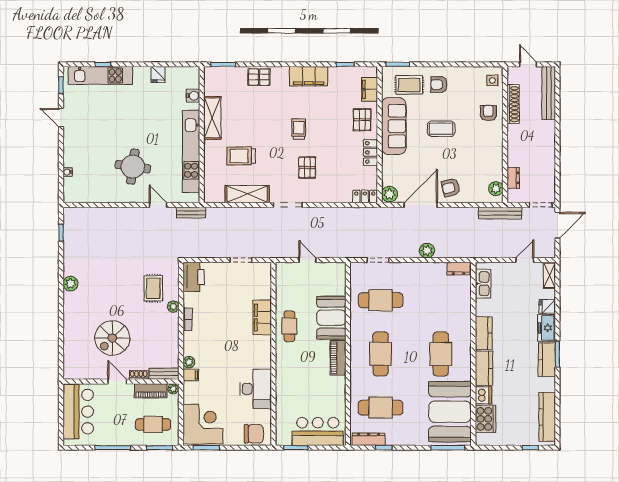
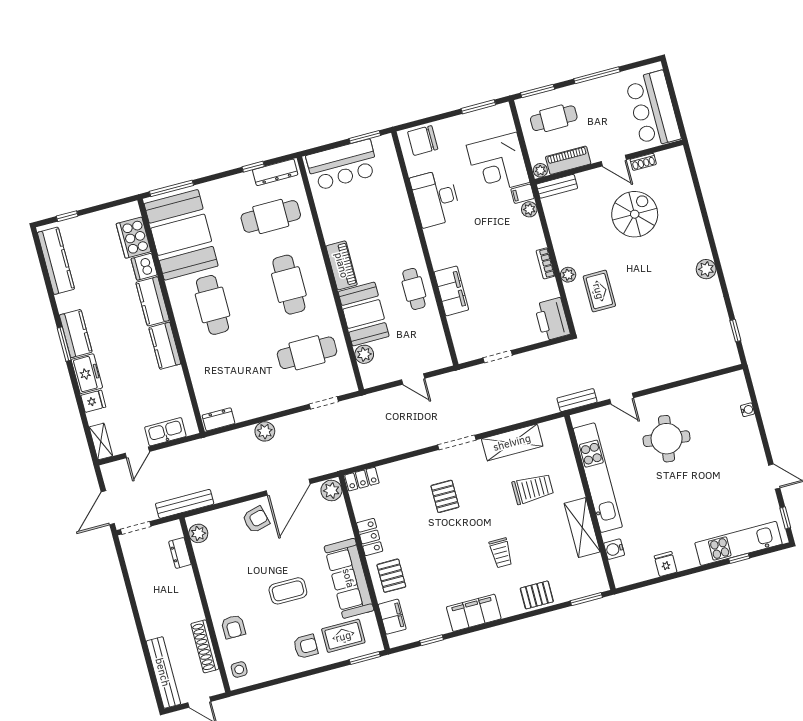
trolley: (299, 129) -> (501, 553), moved
kitchen sink: (483, 284) -> (165, 432), moved, turned 90
plant: (339, 288) -> (364, 354), added
shoe rack: (139, 375) -> (643, 162), moved
corner desk: (203, 424) -> (498, 164), moved

